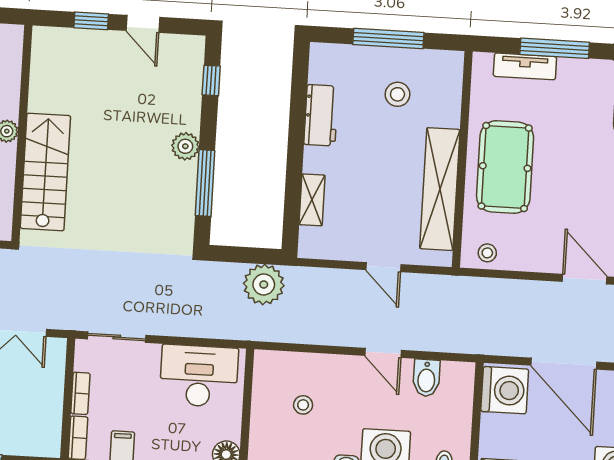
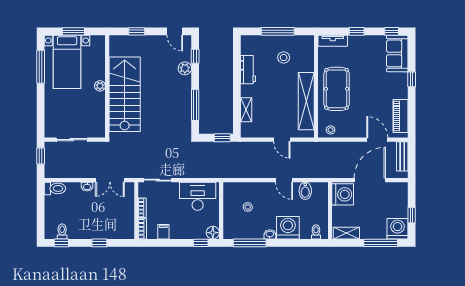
door: (143, 24) -> (175, 31), moved
window: (555, 48) -> (357, 31), width x0.46
tv unit: (525, 66) -> (333, 41), moved
plant: (185, 146) -> (185, 68), moved
stairs: (45, 172) -> (125, 94), width x1.36, depth x1.51
window: (258, 256) -> (222, 138), added
plant: (264, 284) -> (226, 151), removed
door: (564, 364) -> (370, 180), swing flipped

